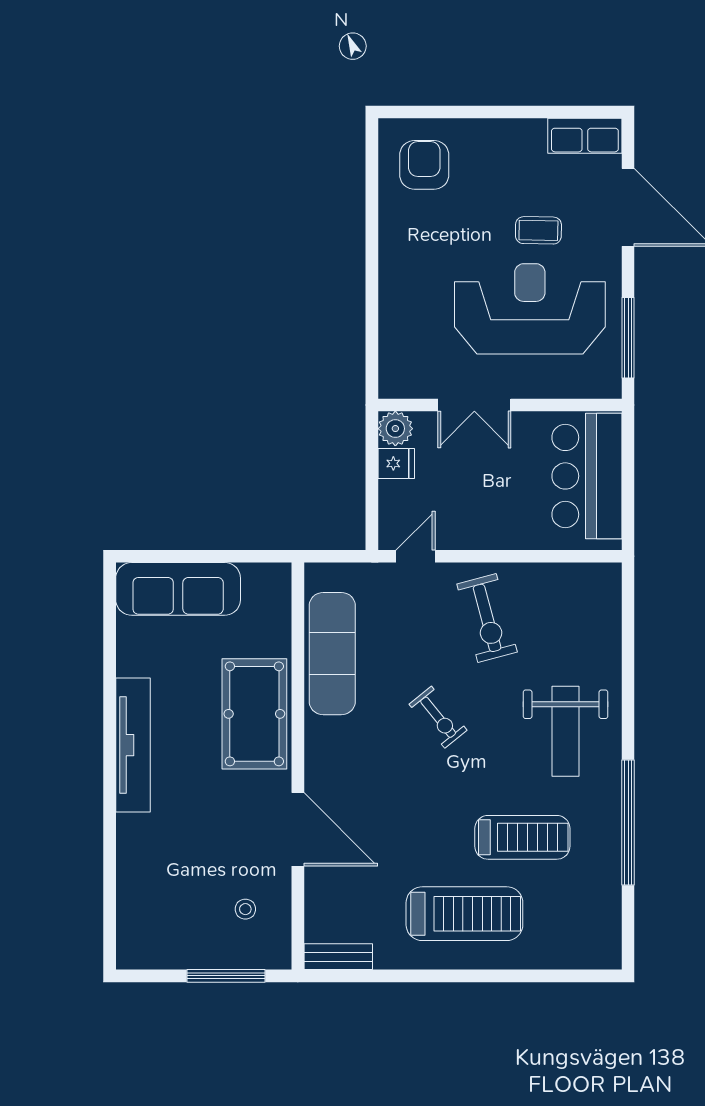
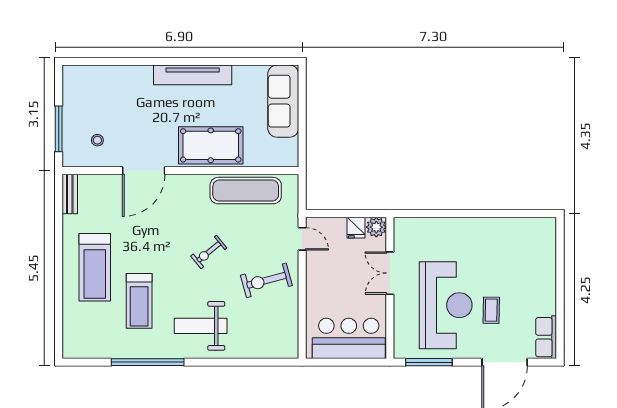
armchair: (424, 165) -> (529, 244), removed

